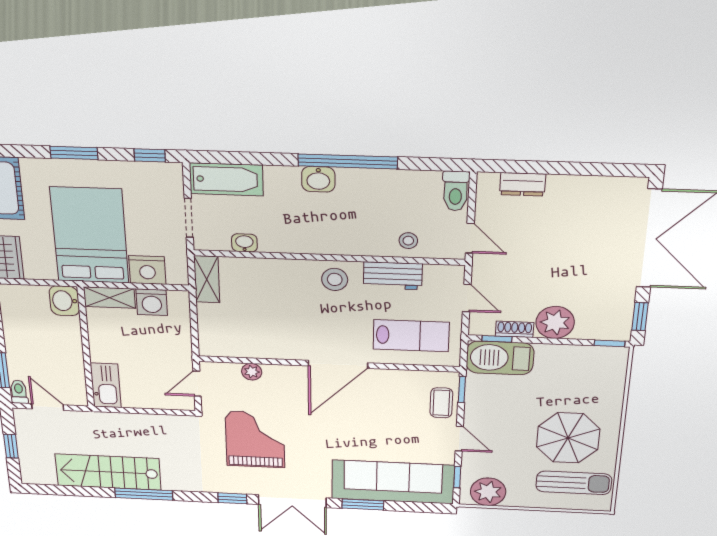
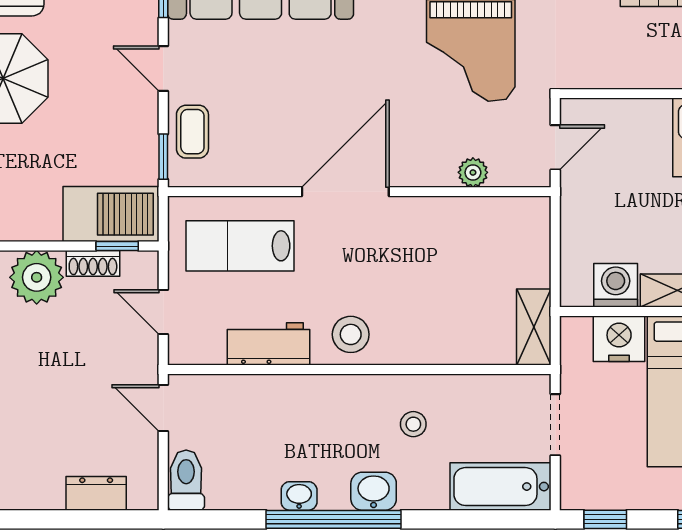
stool: (408, 241) -> (413, 424), moved
washbasin: (244, 243) -> (299, 496), moved, turned 180

